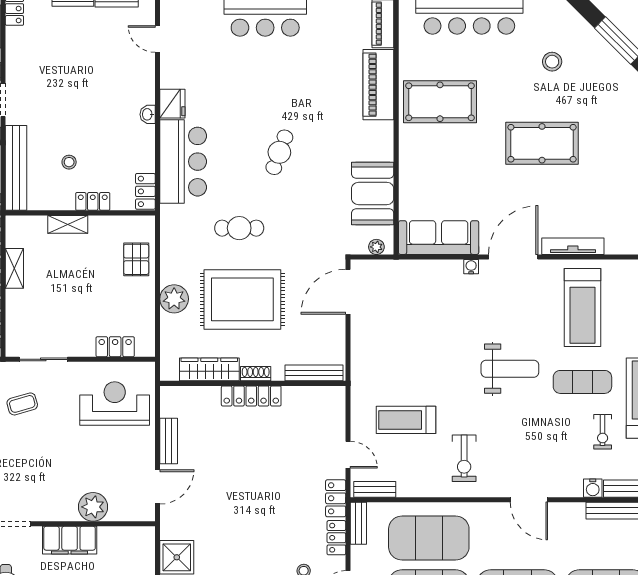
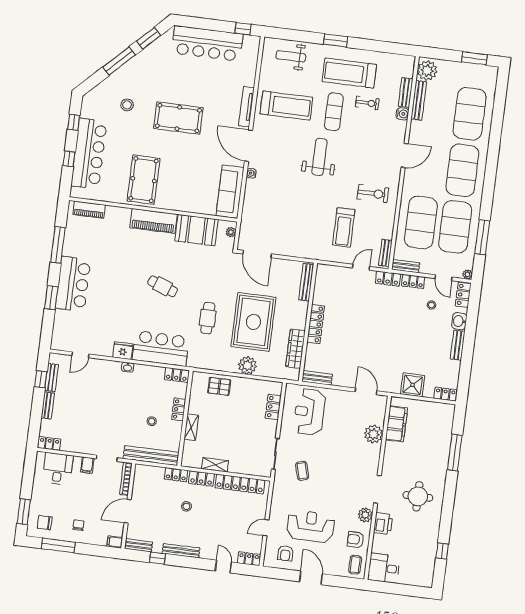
piano: (378, 85) -> (153, 221), moved
pool table: (542, 143) -> (178, 118), turned 90
shoe rack: (256, 374) -> (302, 319), removed
bench: (169, 441) -> (317, 378), moved
filing cabinet: (70, 540) -> (396, 424), moved

